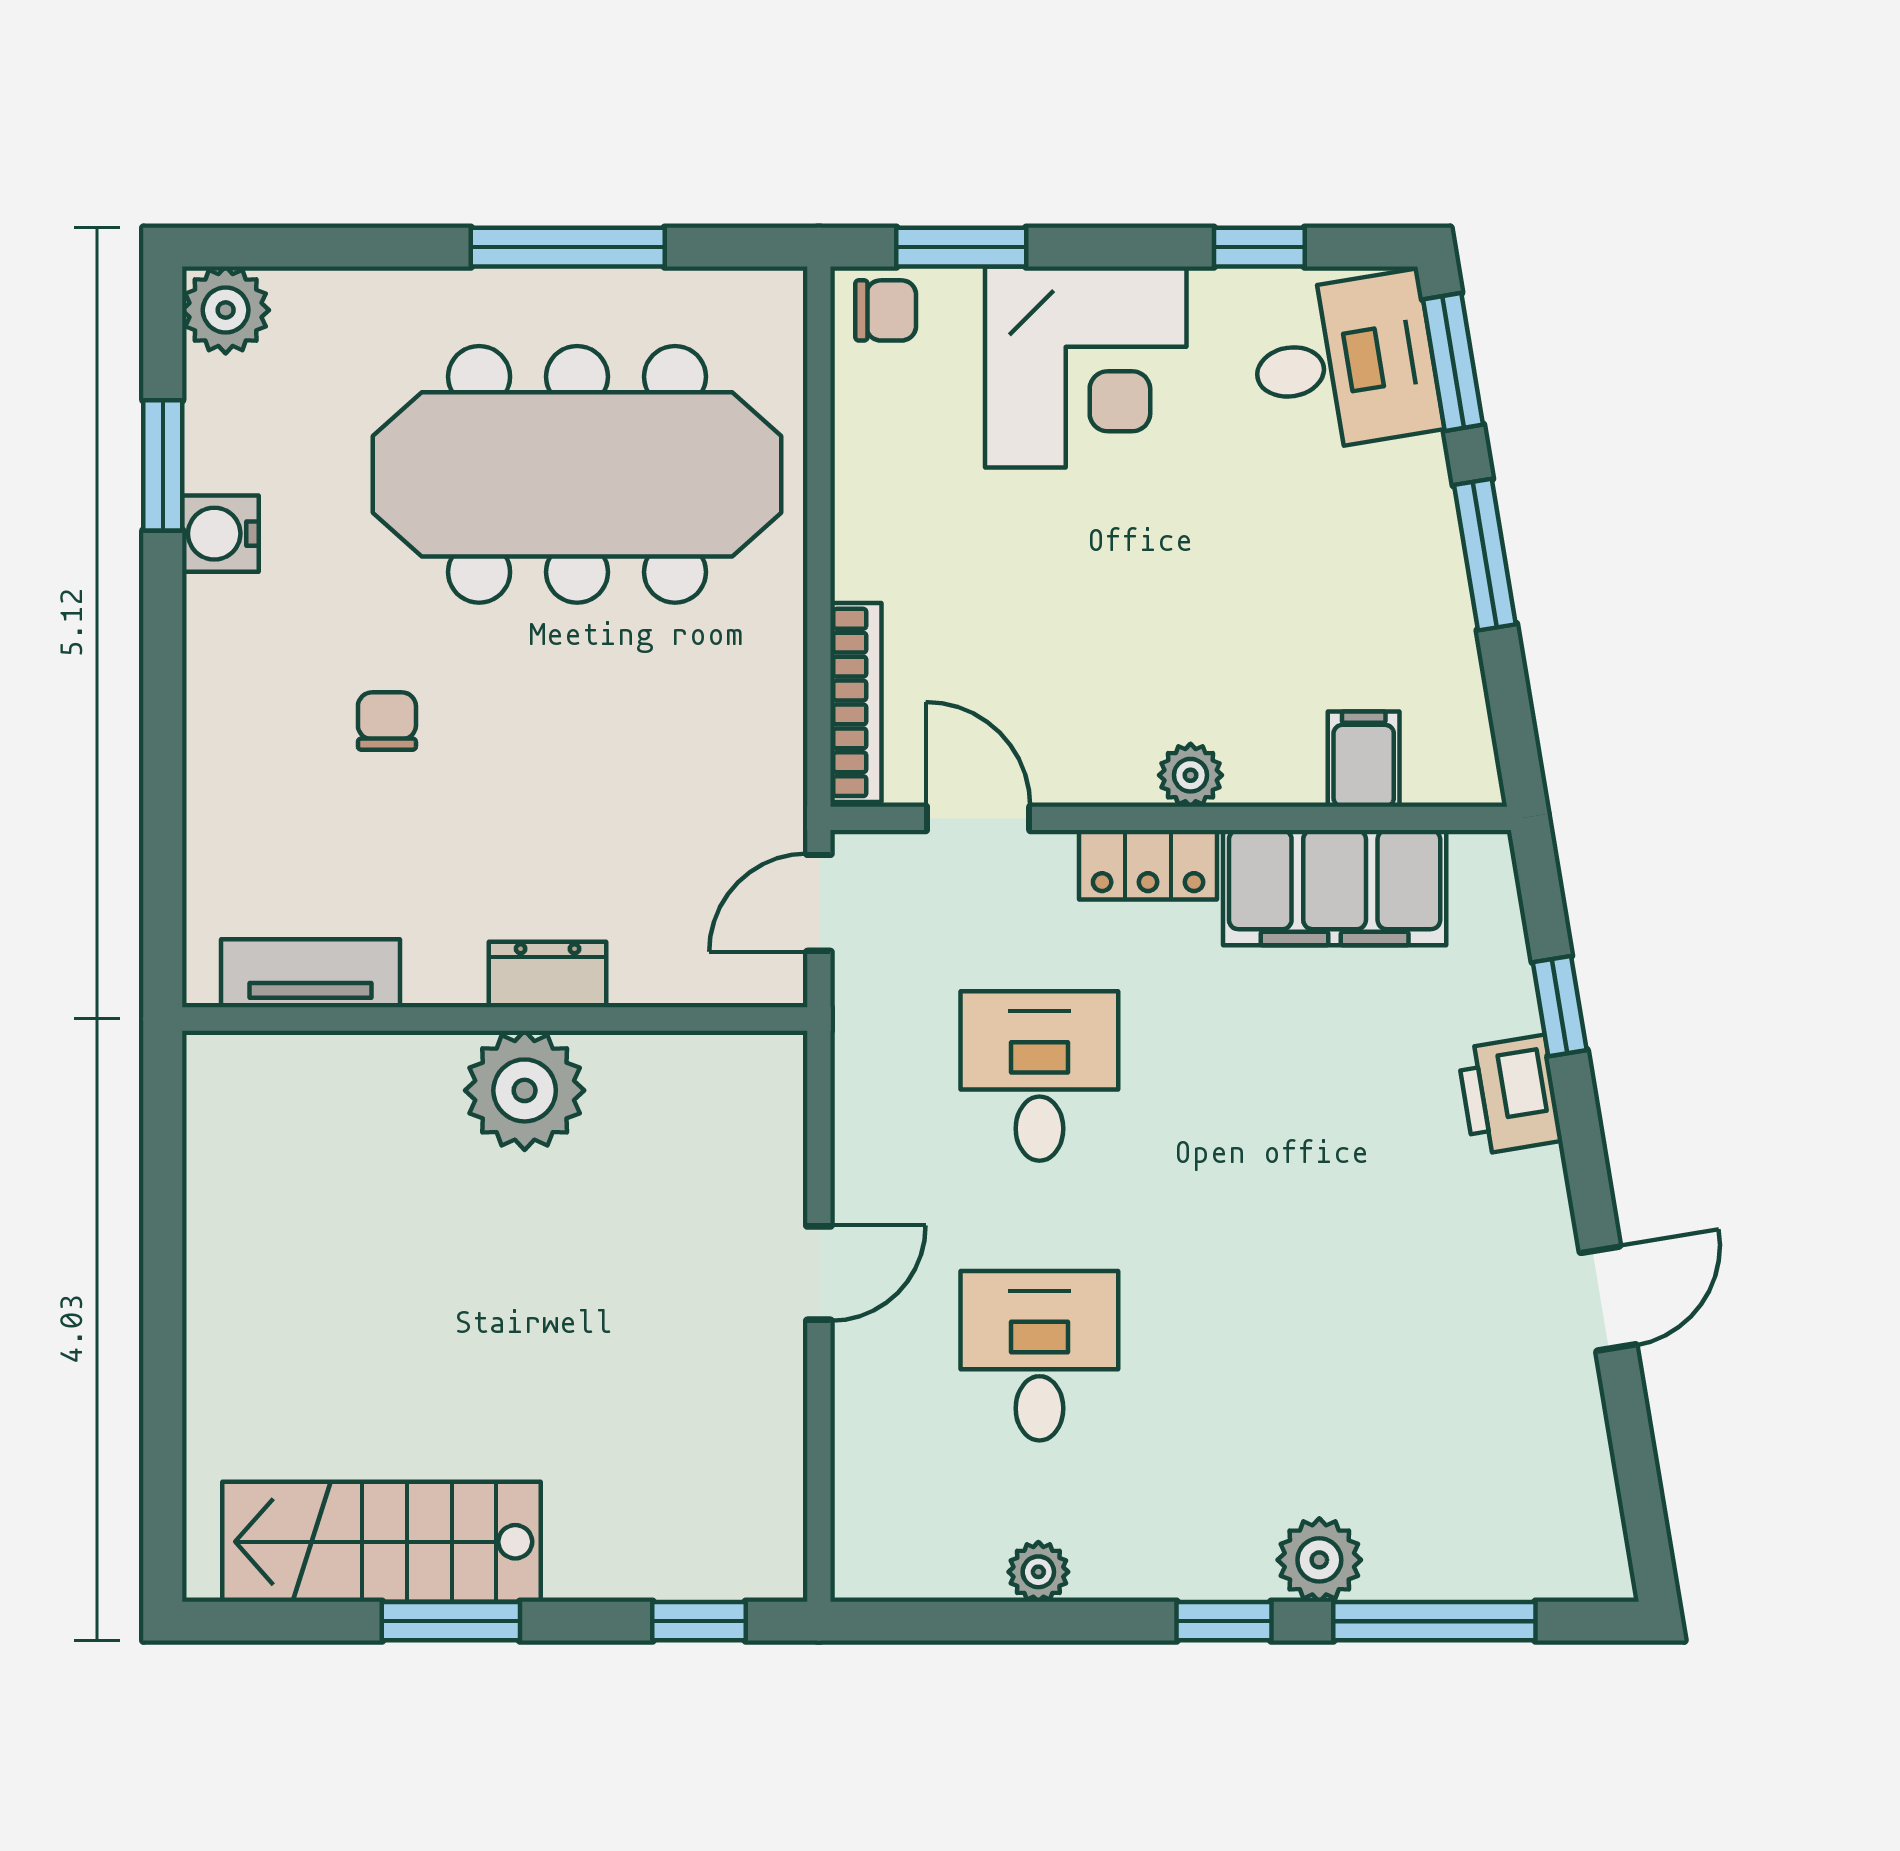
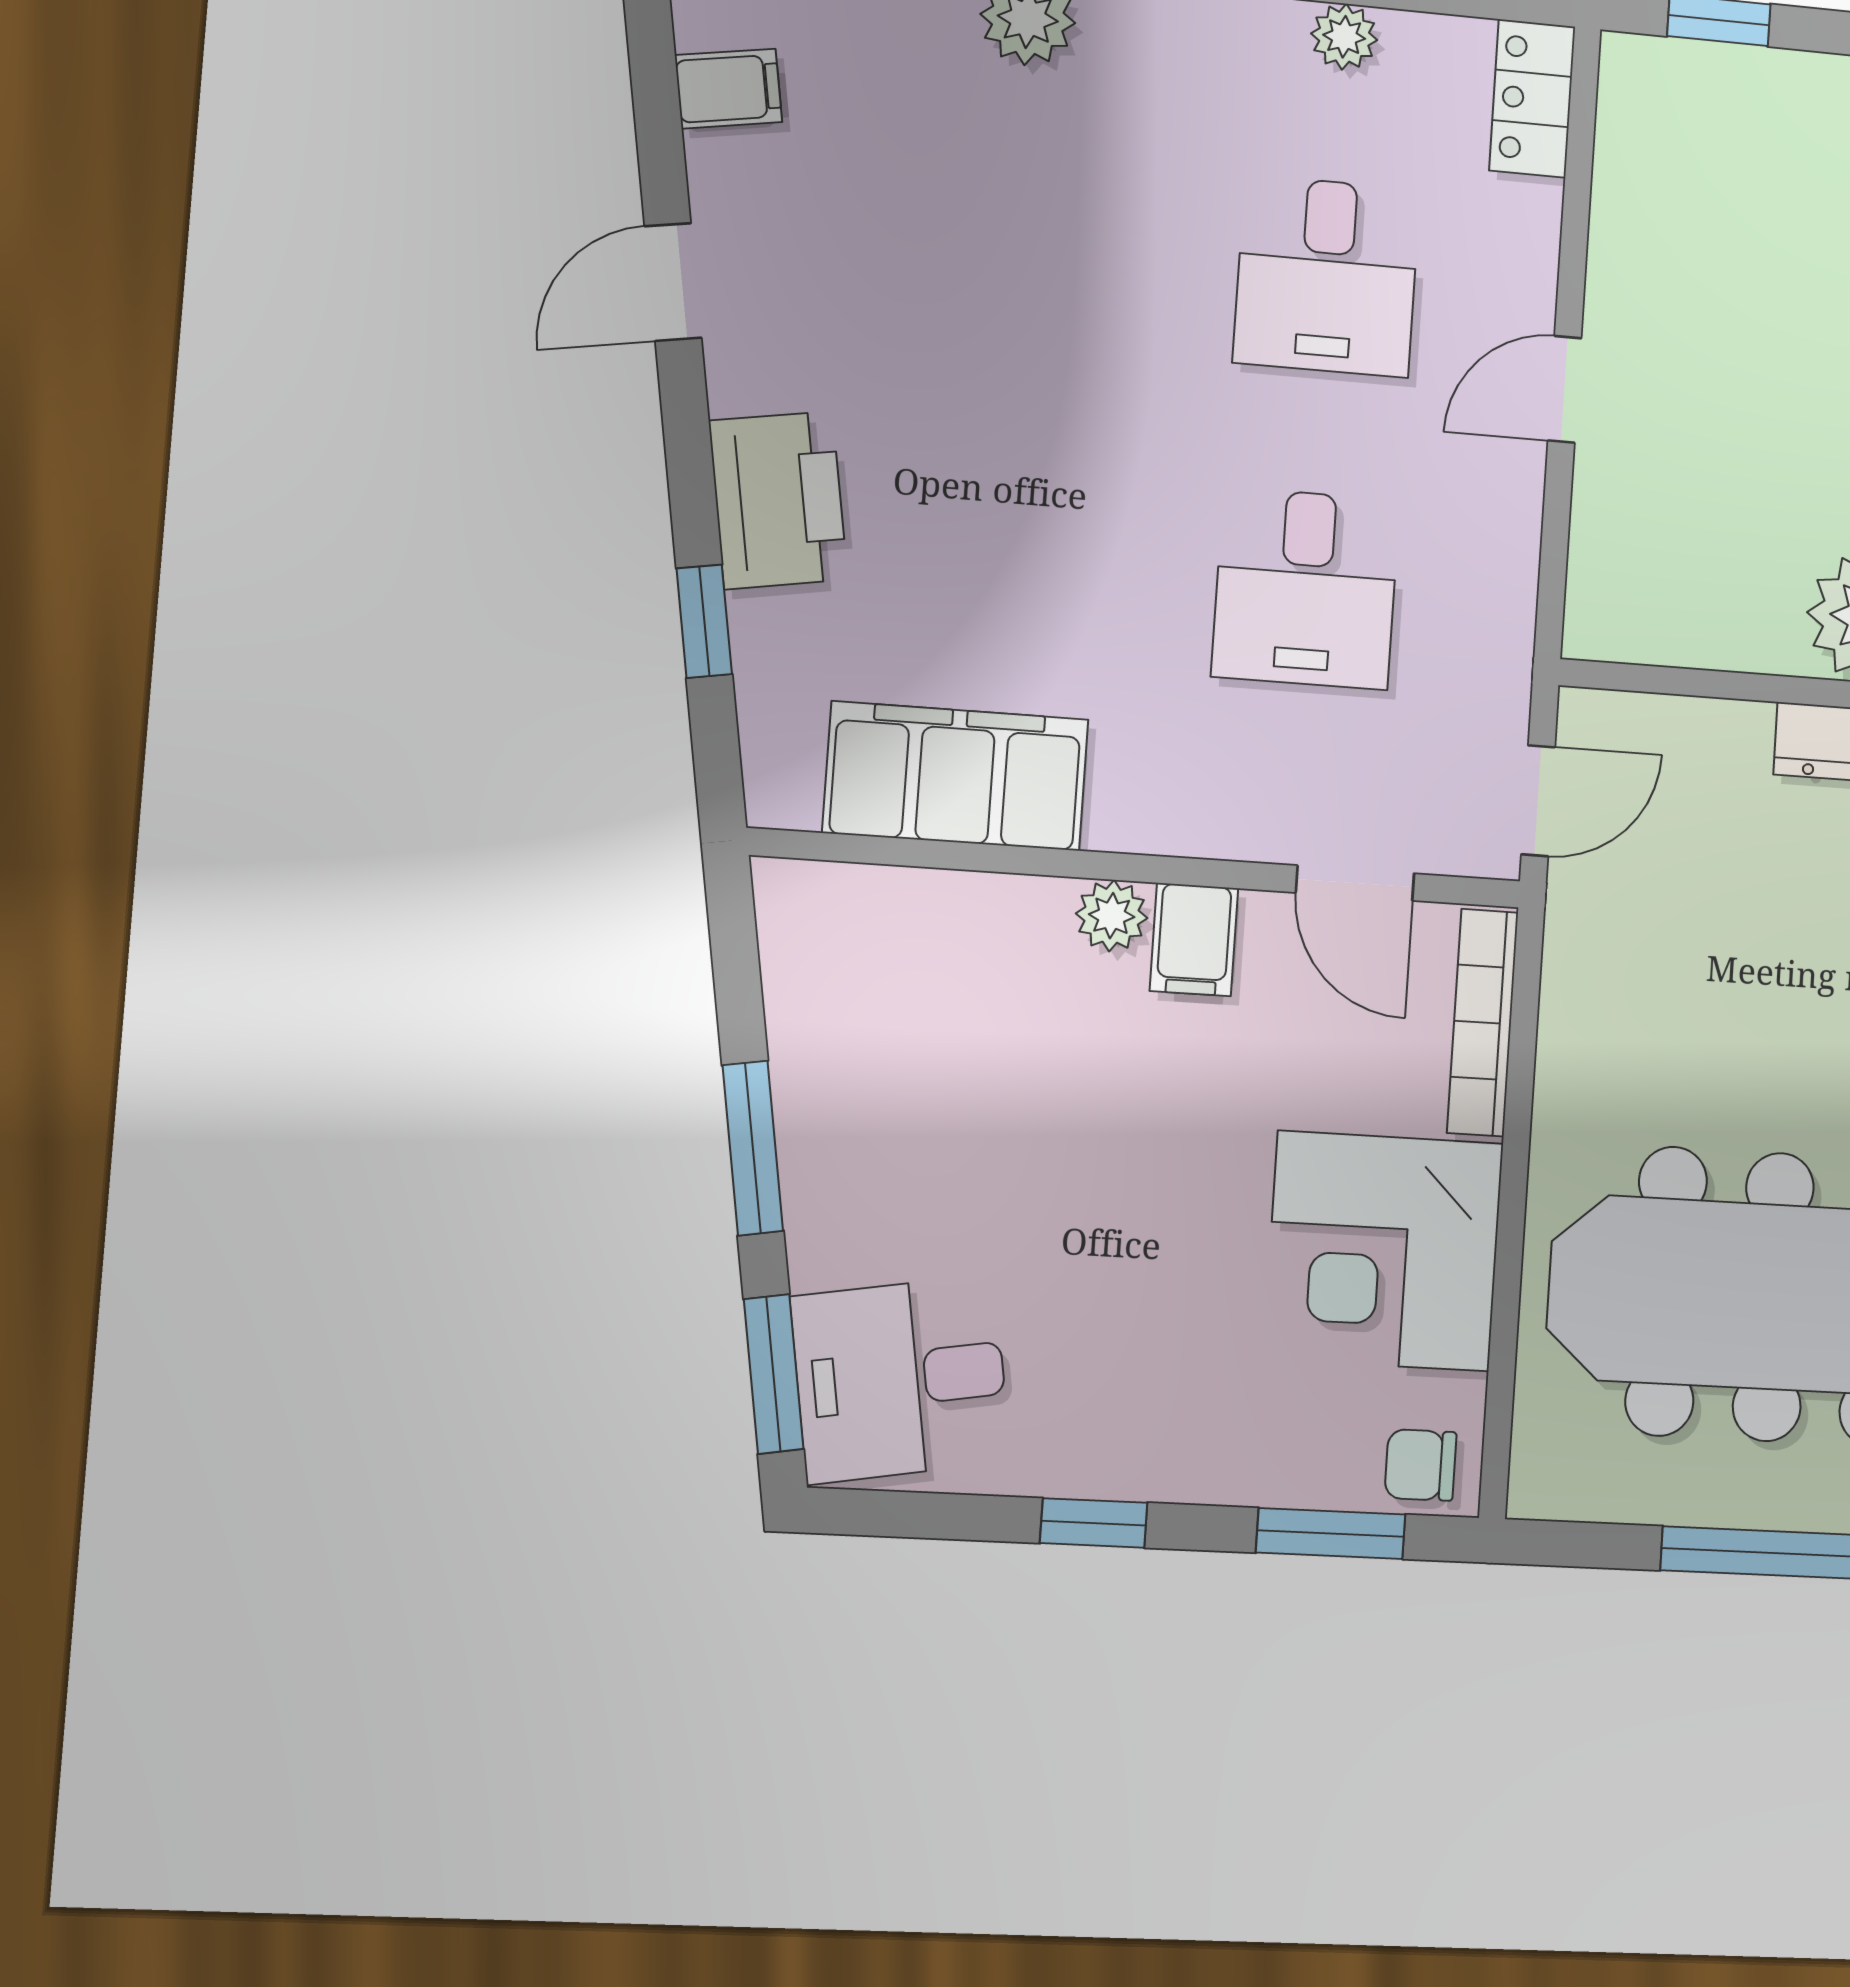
window: (1259, 247) -> (1094, 1523), moved
corner desk: (1086, 367) -> (1384, 1251), moved, turned -90
filing cabinet: (1364, 759) -> (1194, 940), moved
locker: (1148, 865) -> (1532, 99), moved, turned -90
printer: (1510, 1095) -> (778, 500), width x1.37, depth x1.19
filing cabinet: (1573, 1472) -> (729, 89), added

